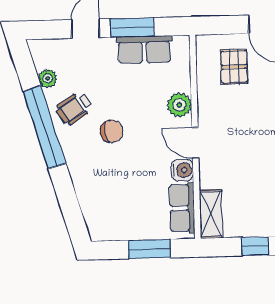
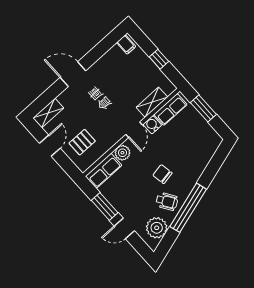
row of seats: (144, 50) -> (104, 171), moved, turned 90
plant: (48, 78) -> (157, 228), width x1.88, depth x1.88
shelving: (211, 214) -> (152, 102), moved

